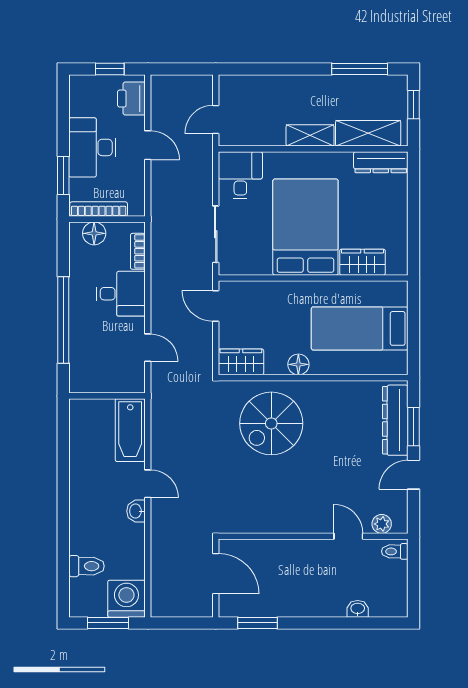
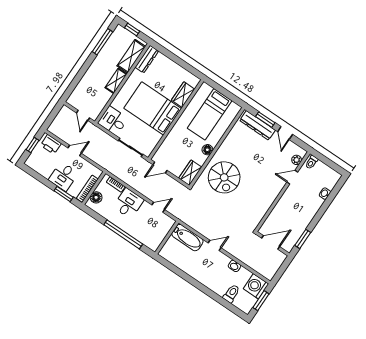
desk: (92, 147) -> (63, 176), width x0.73
washbasin: (136, 511) -> (234, 266), moved

